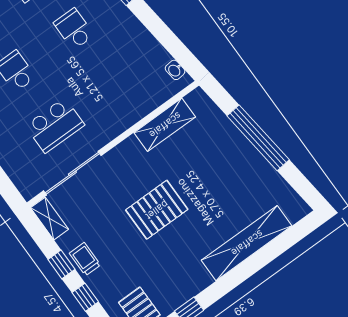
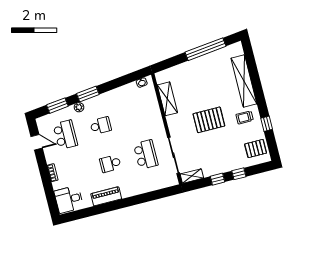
school desk: (74, 29) -> (101, 126), turned 180
window: (258, 138) -> (206, 49), moved
pallet: (157, 210) -> (209, 120), turned 90
trolley: (85, 259) -> (245, 117), moved

